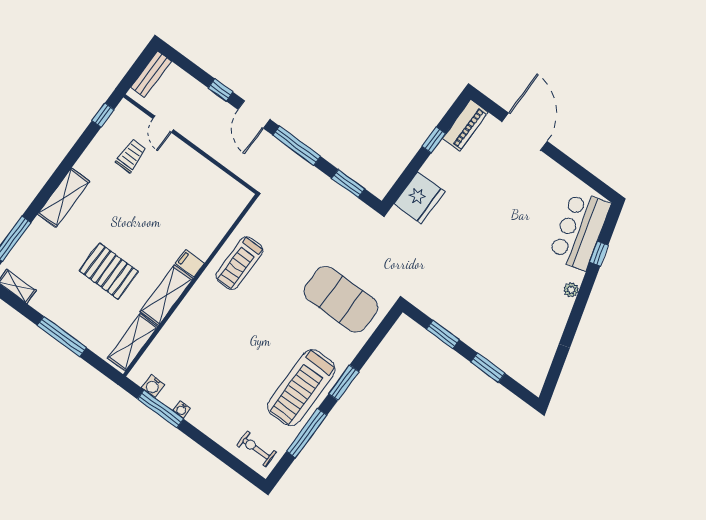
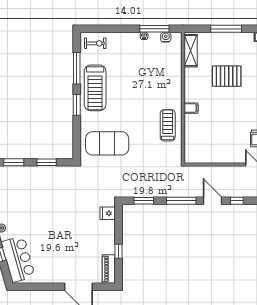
fridge: (419, 198) -> (108, 213), width x0.53, depth x0.75
shelving: (167, 295) -> (191, 85), removed
treadmill: (301, 388) -> (95, 88), turned 180

